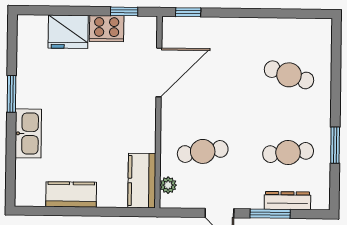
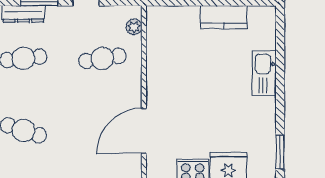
window: (11, 94) -> (280, 152), moved
kitchen counter: (142, 181) -> (158, 31), removed

